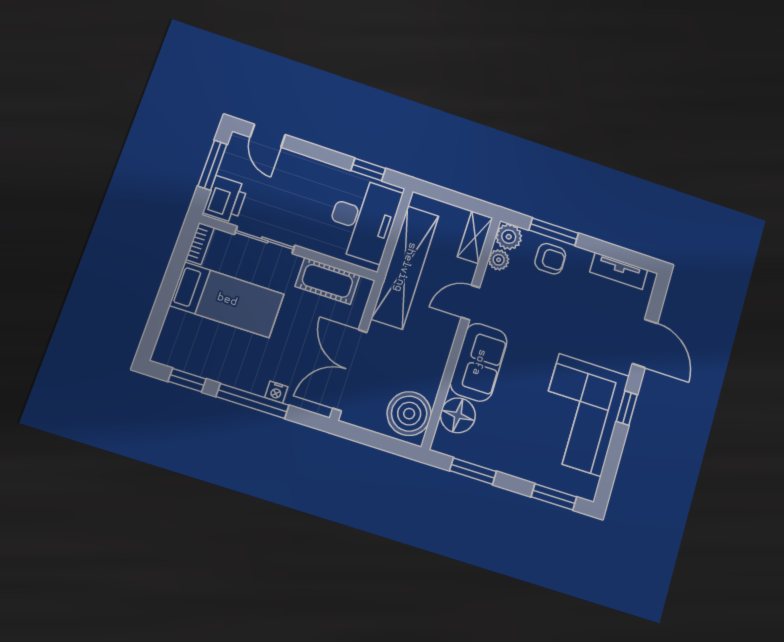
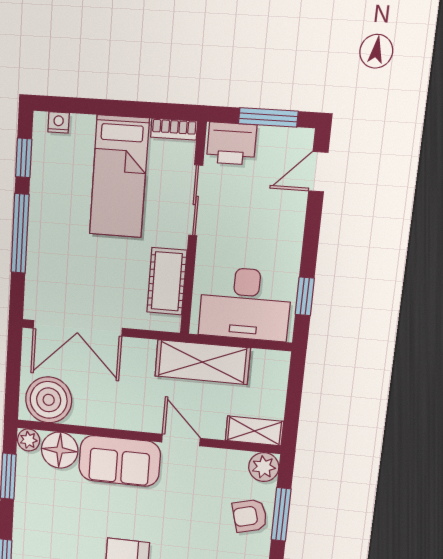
armchair: (550, 259) -> (250, 516), turned 75
plant: (499, 260) -> (29, 440), moved
shelving: (405, 267) -> (202, 362), width x0.68
double door: (350, 370) -> (78, 328), swing flipped
nightstand: (276, 392) -> (59, 122), moved, turned 90

